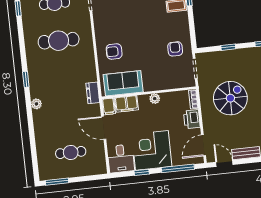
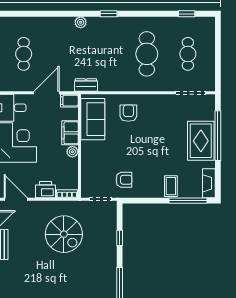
filing cabinet: (127, 104) -> (70, 133), moved

